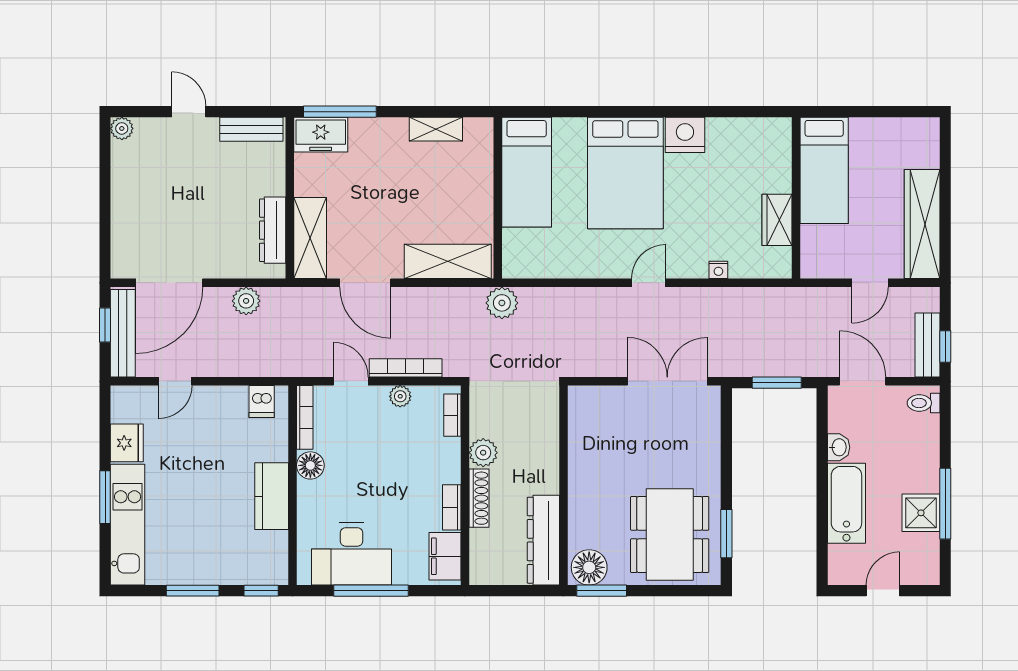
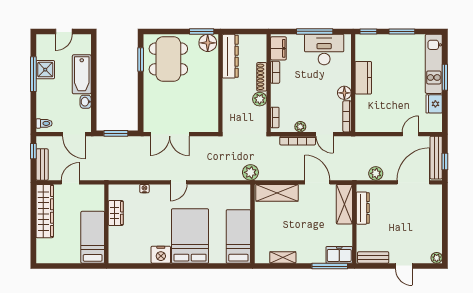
bench: (927, 345) -> (42, 164), moved
dishwasher: (262, 402) -> (368, 124), removed

